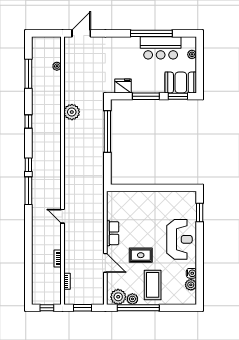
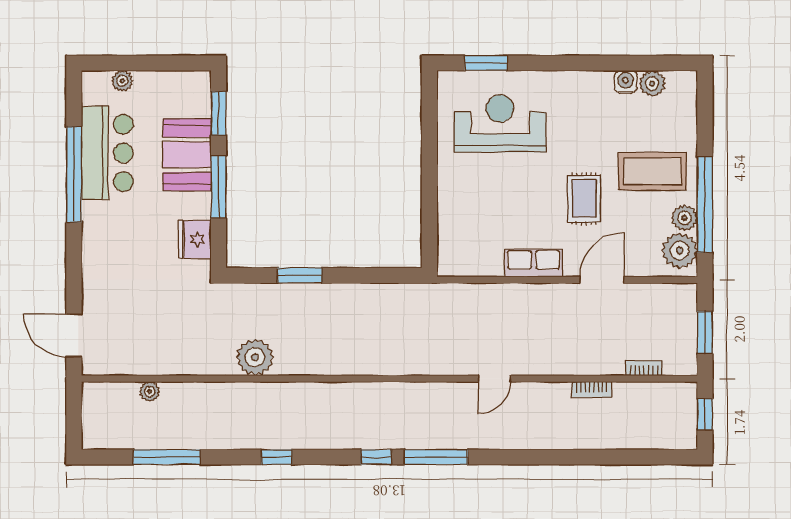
booth: (181, 83) -> (187, 155), moved
window: (107, 132) -> (300, 275), width x0.47
reception desk: (179, 239) -> (500, 123), moved

